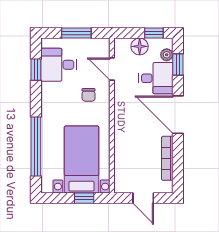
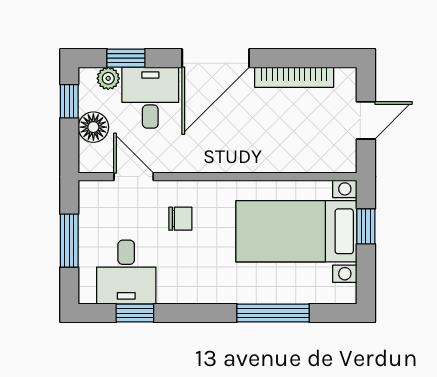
door: (112, 69) -> (134, 177), swing flipped
window: (36, 147) -> (273, 313), width x0.68

